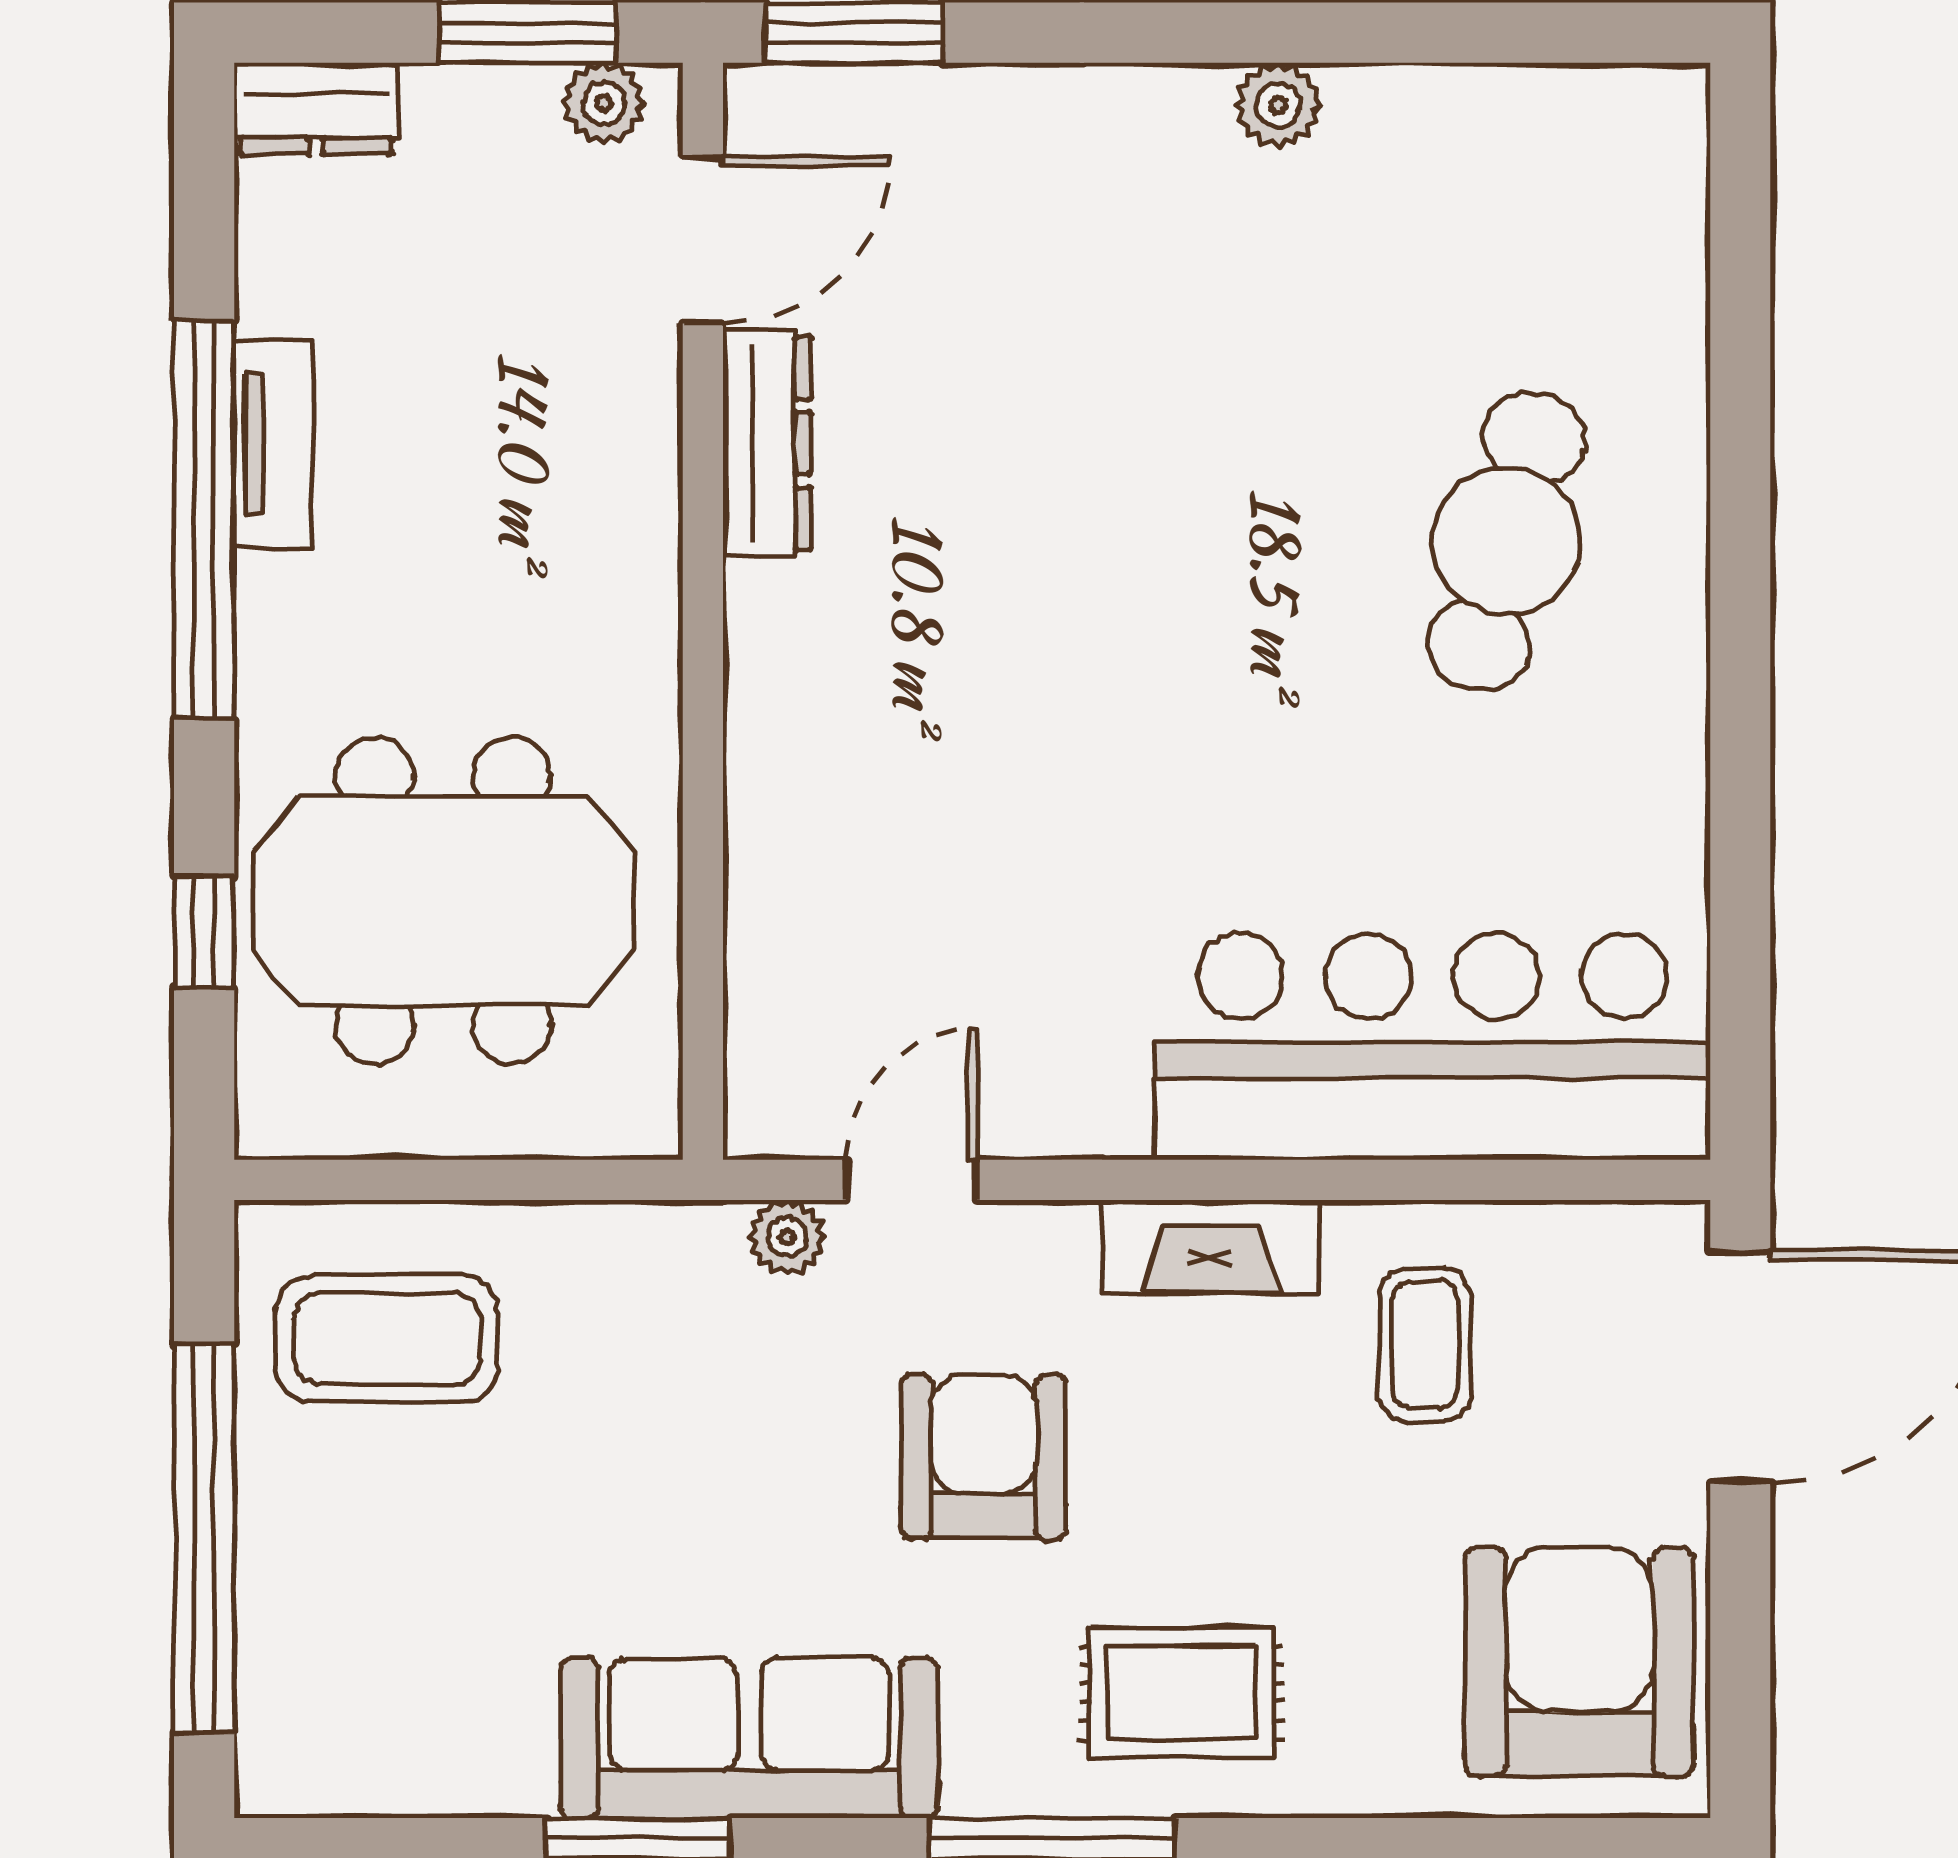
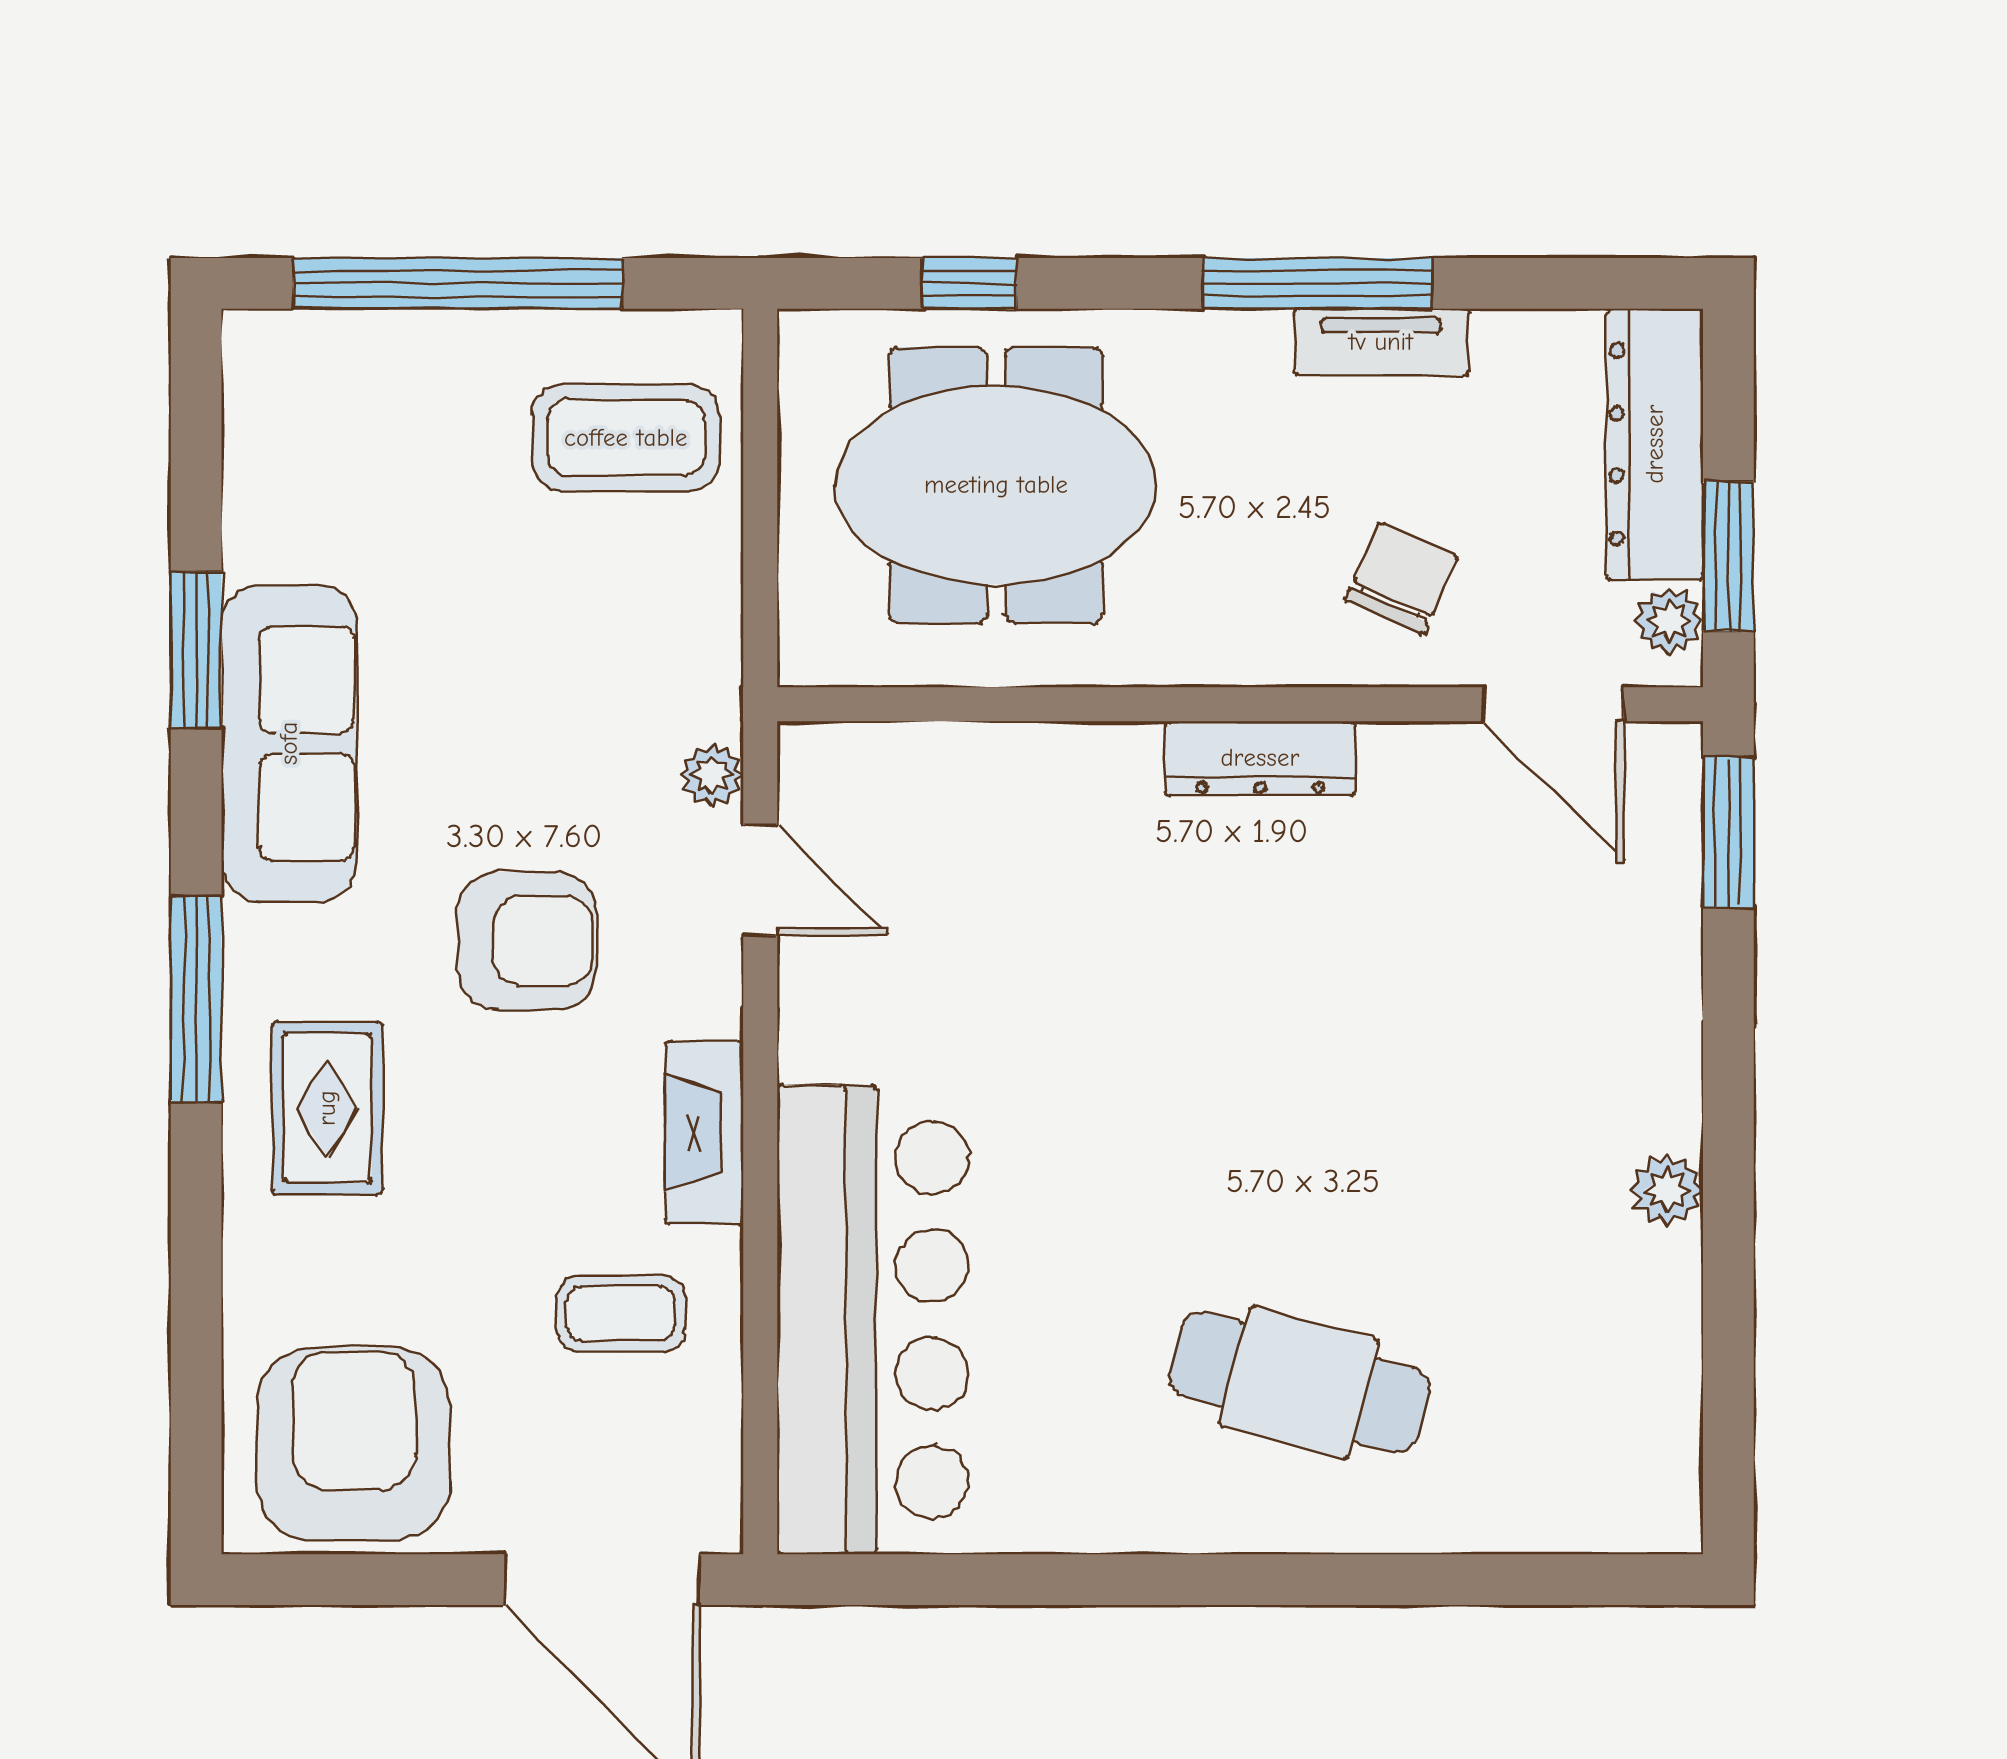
dresser: (316, 109) -> (1655, 444), width x1.96, depth x1.24
chair: (554, 420) -> (1401, 578), added
dresser: (767, 443) -> (1260, 758), moved
window: (204, 519) -> (1317, 283), width x0.68
meeting table: (443, 901) -> (996, 485), turned 90
coffee table: (387, 1339) -> (626, 438), turned 90
armchair: (1579, 1662) -> (354, 1444), turned -90

